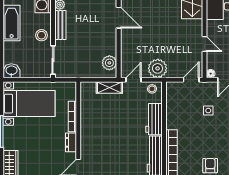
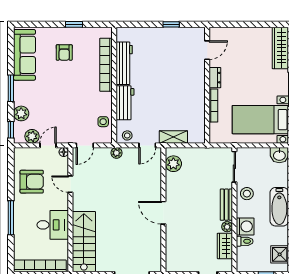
plant: (158, 68) -> (116, 153), width x0.53, depth x0.53
side table: (208, 111) -> (103, 122), moved

